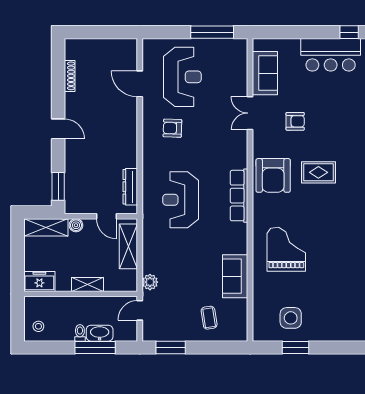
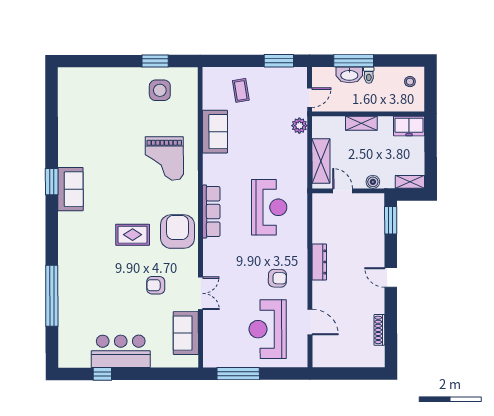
dresser: (130, 187) -> (319, 262), moved
shelving: (46, 227) -> (410, 182), width x0.67, depth x0.75

